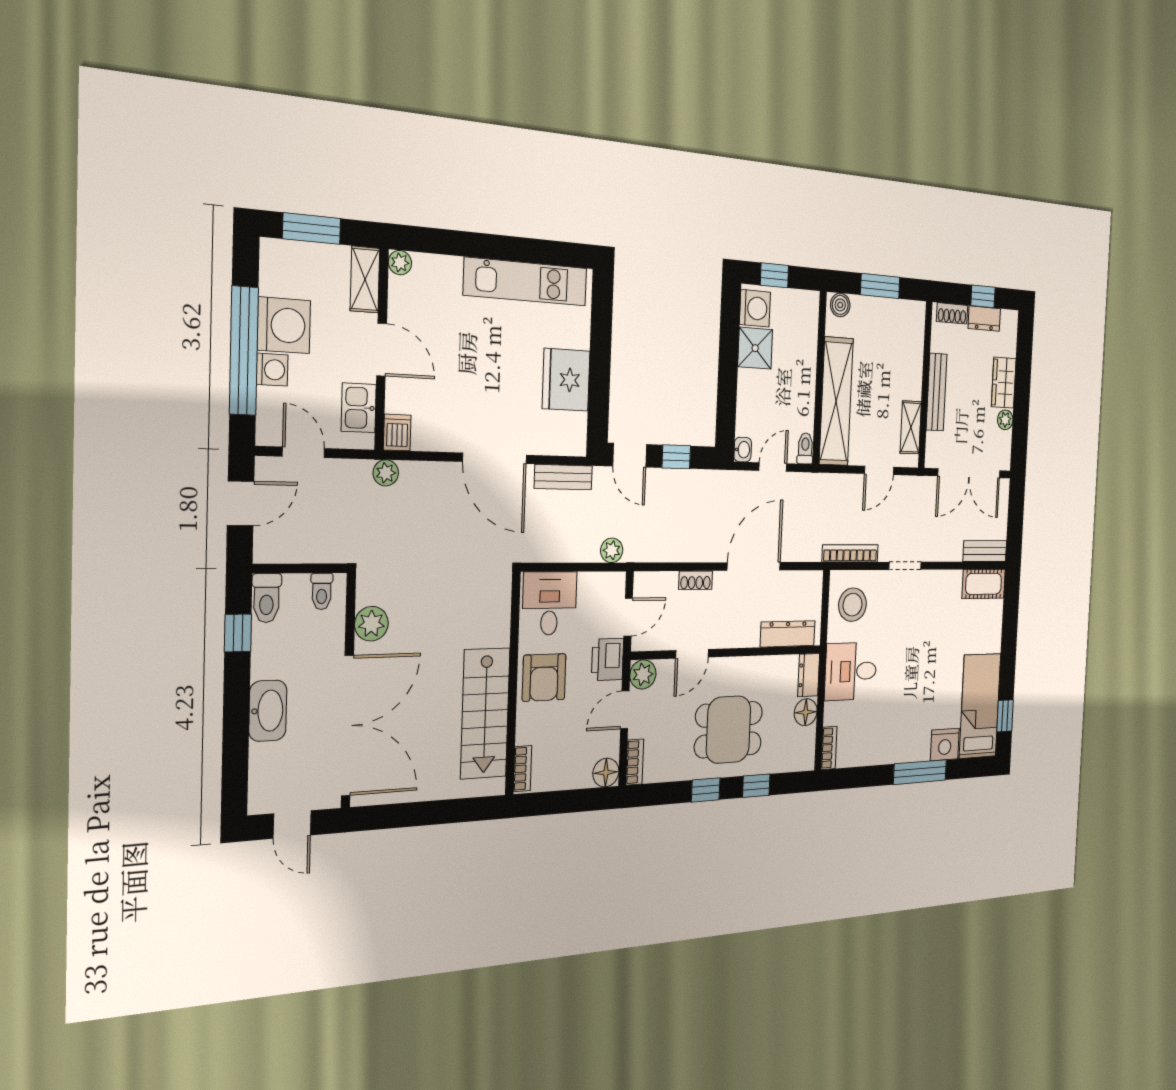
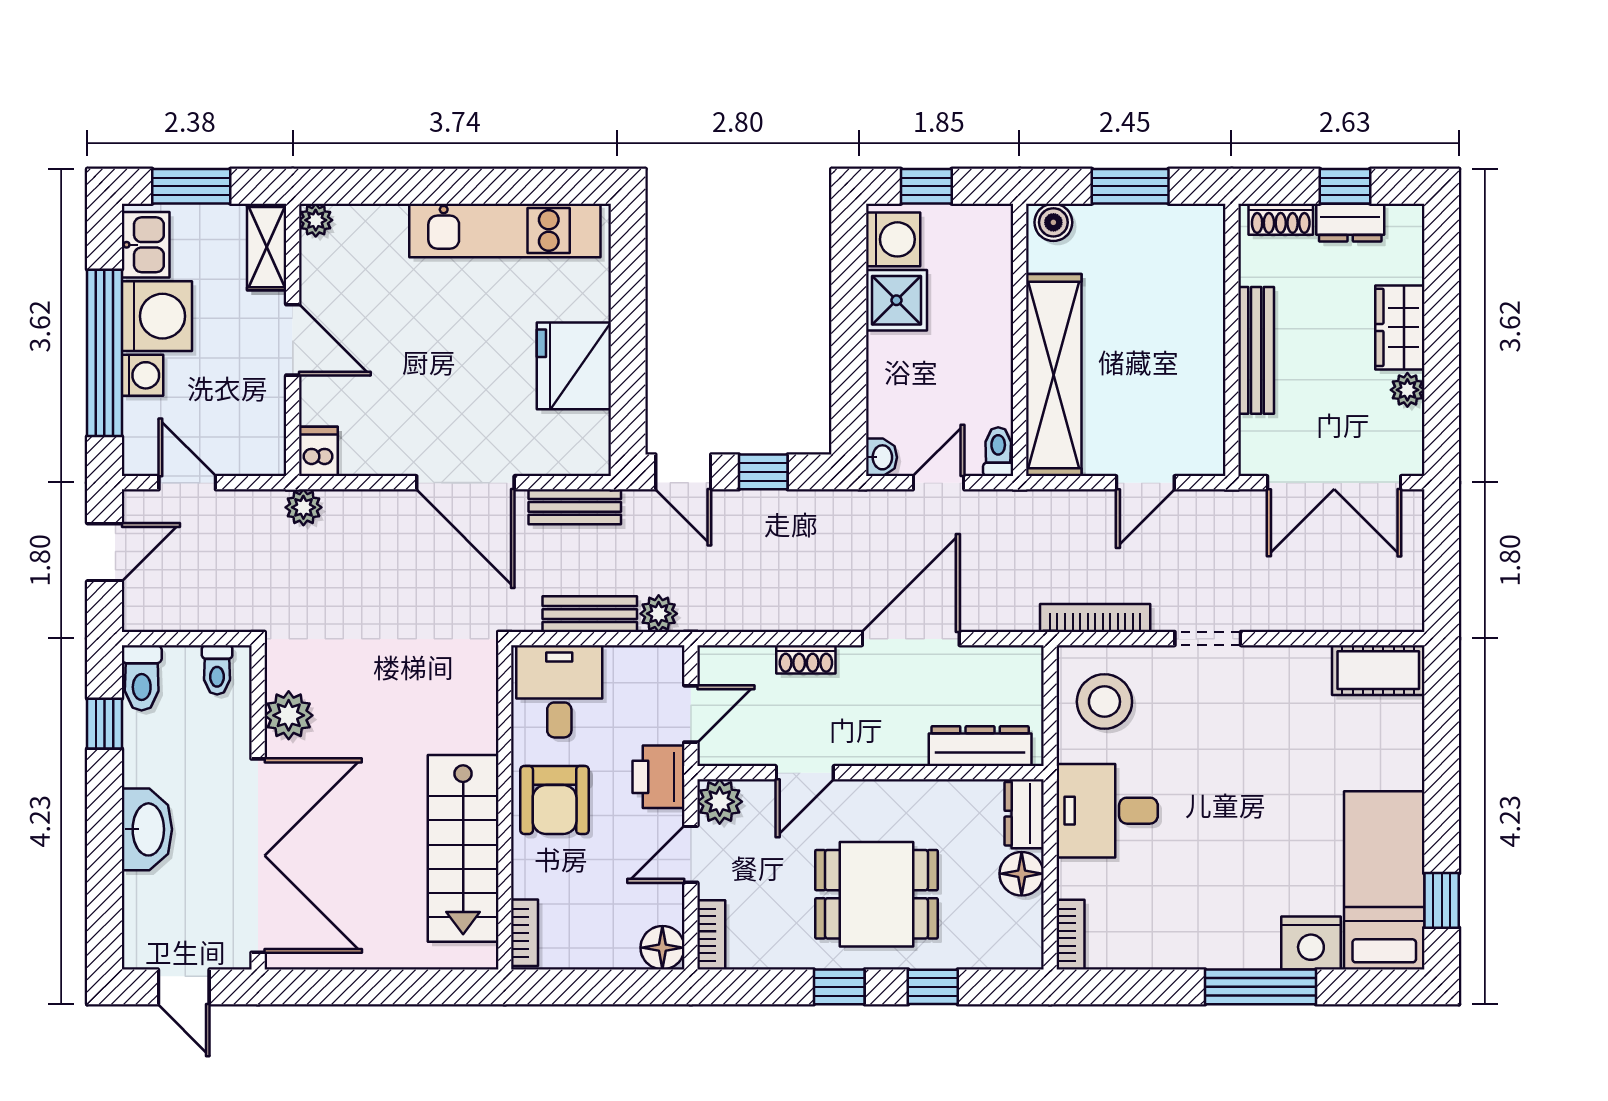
kitchen sink: (359, 408) -> (146, 245), moved, turned 180
shelving: (911, 427) -> (1206, 411), removed
bench: (985, 551) -> (590, 614), moved

